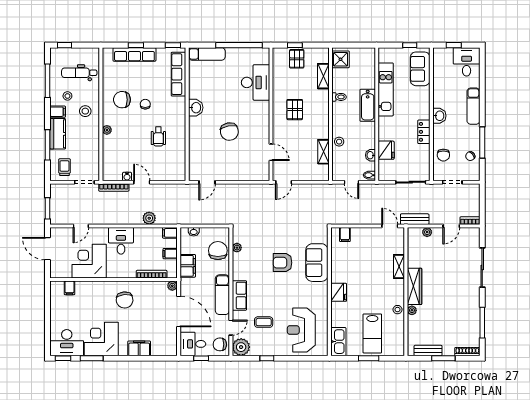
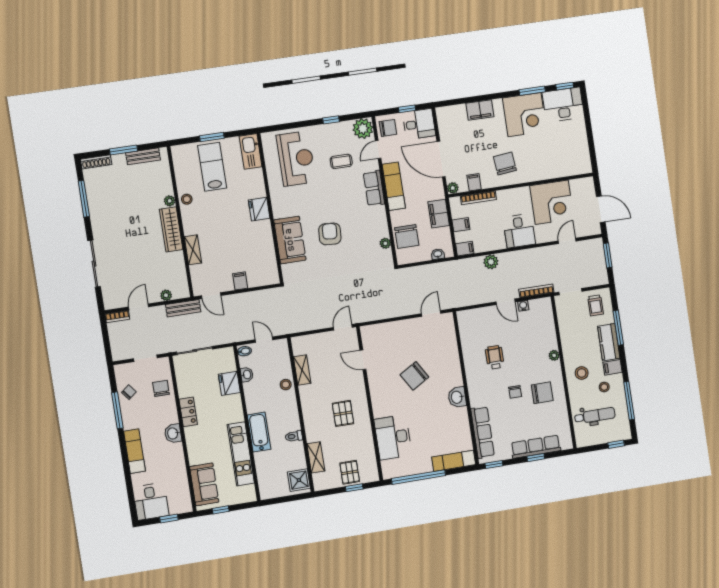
chair: (229, 132) -> (414, 376), turned -110
filing cabinet: (345, 235) -> (240, 281), moved
armchair: (283, 263) -> (330, 234), turned -86
filing cabinet: (69, 288) -> (474, 182), moved

